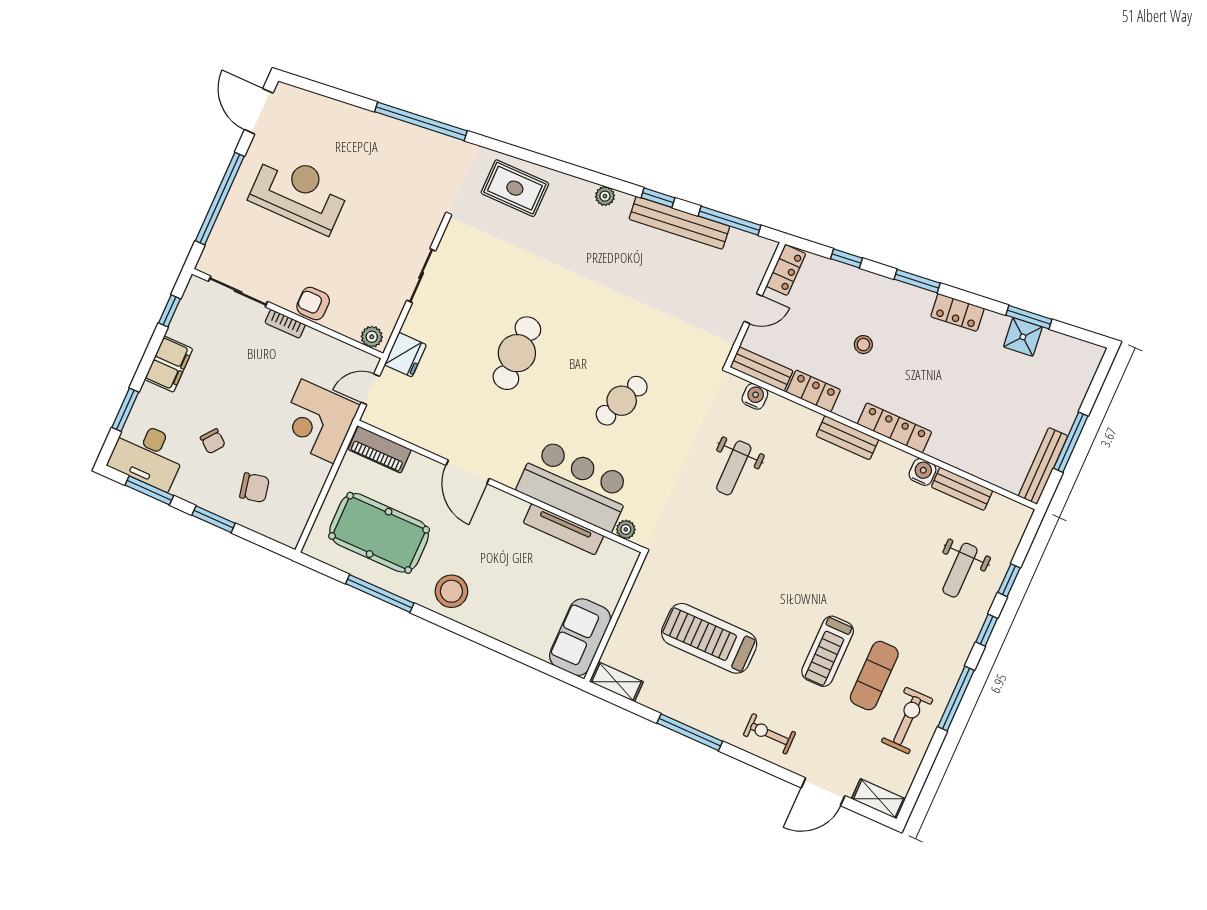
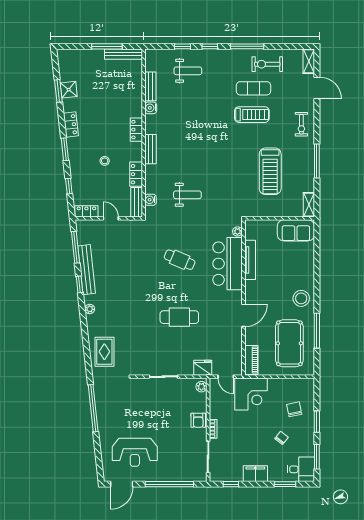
reception desk: (299, 193) -> (135, 452), moved, turned -90
locker: (895, 428) -> (136, 130), width x0.66
desk: (148, 455) -> (301, 469), width x0.73

